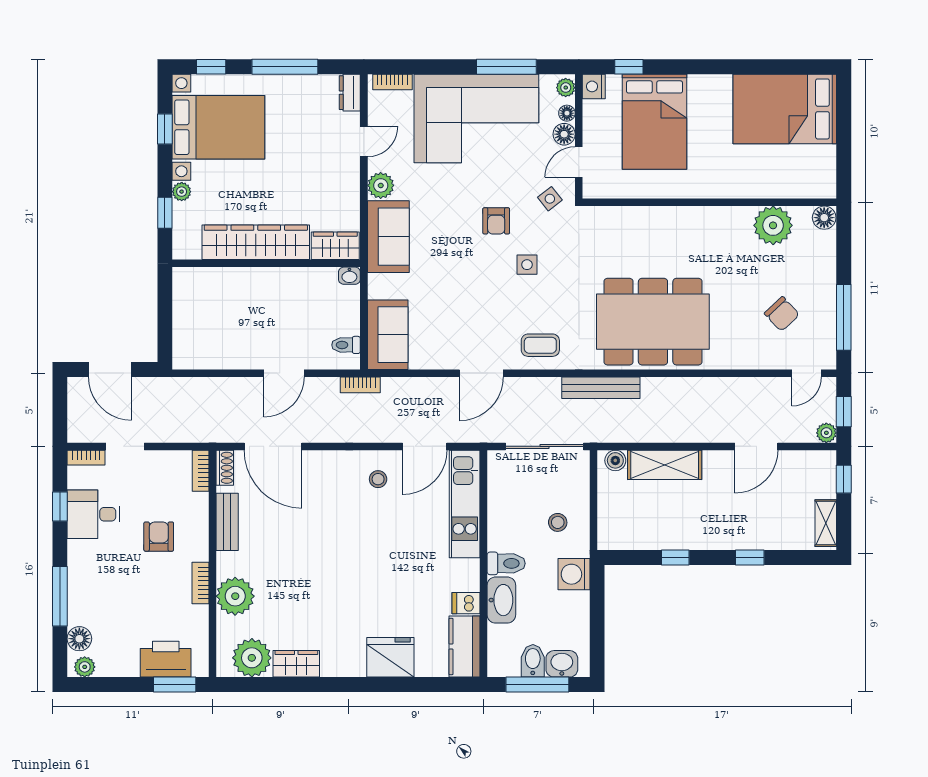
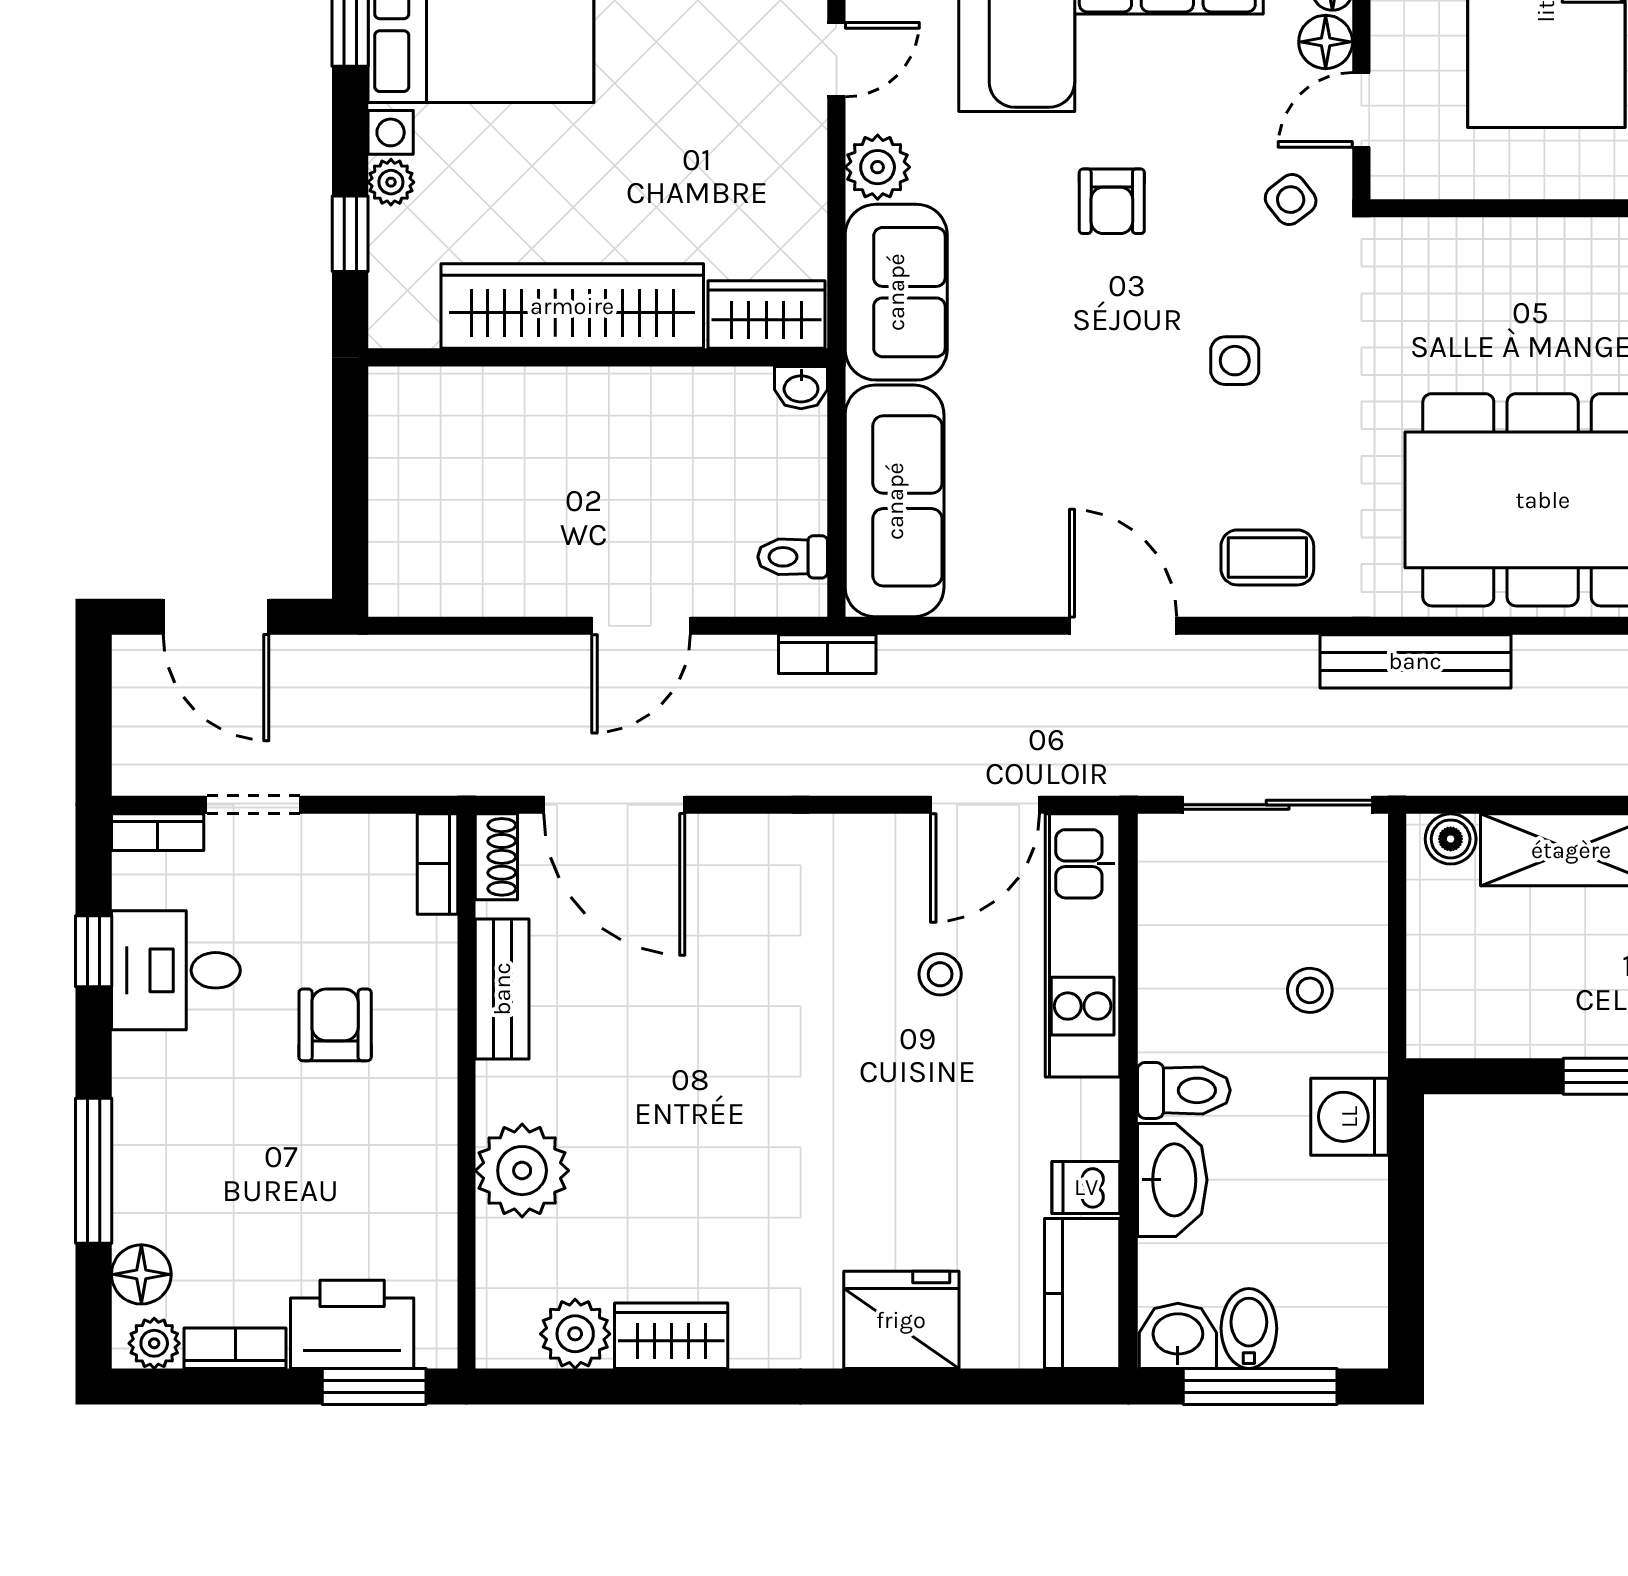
armchair: (496, 221) -> (1112, 201), moved
sofa: (388, 335) -> (895, 501), width x1.36
door: (481, 373) -> (1123, 626), swing flipped
stool: (378, 479) -> (940, 974), moved
bookcase: (201, 583) -> (235, 1348), moved, turned 90
plant: (252, 658) -> (575, 1334), width x0.73, depth x0.73
washbasin: (562, 664) -> (1178, 1336), moved

